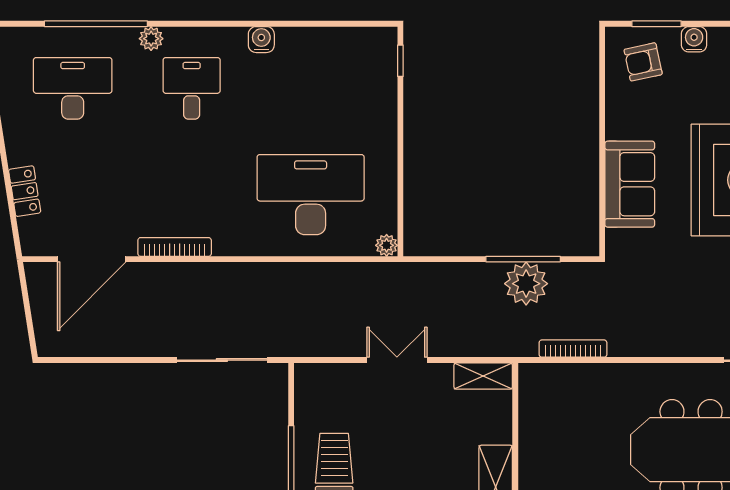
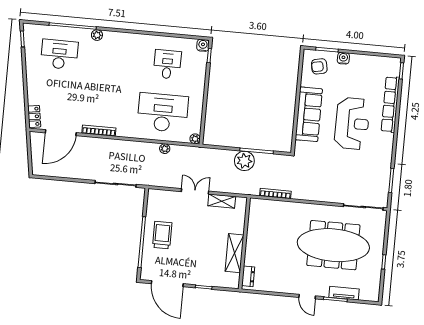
water cooler: (261, 40) -> (203, 45), moved
desk: (192, 88) -> (167, 64), moved
sofa: (630, 184) -> (309, 114), width x1.36
locker: (25, 191) -> (34, 116), moved
plant: (322, 273) -> (165, 149), added
plant: (526, 284) -> (244, 161), moved
shelving: (483, 376) -> (222, 201), moved

